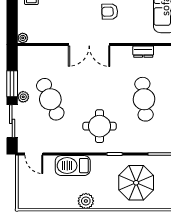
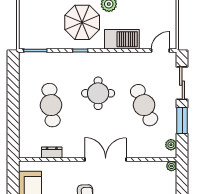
plant: (23, 97) -> (171, 145), moved
round table: (100, 126) -> (98, 93), moved
door: (34, 154) -> (160, 51), hinge flipped
parasol: (136, 183) -> (82, 22), moved

